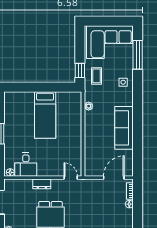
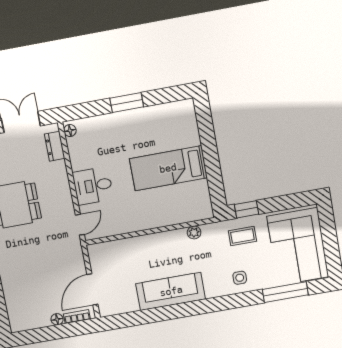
desk: (26, 165) -> (93, 186), moved
door: (114, 178) -> (92, 289), swing flipped
dresser: (42, 184) -> (55, 146), moved

